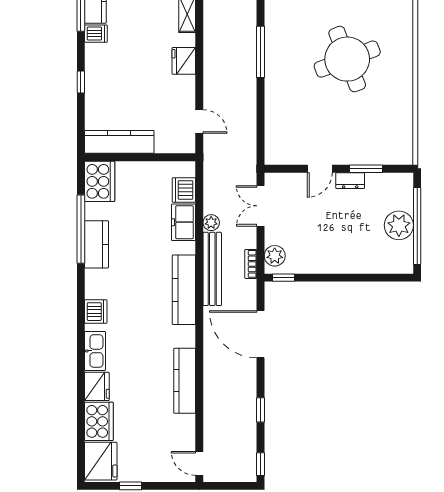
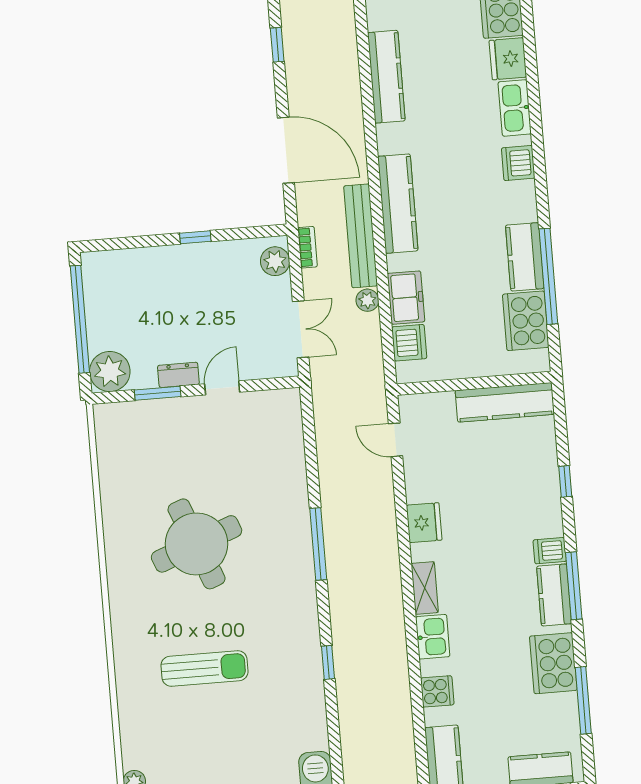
cooker: (100, 181) -> (526, 321), moved
plant: (399, 225) -> (110, 371), moved
window: (284, 278) -> (195, 237), moved

